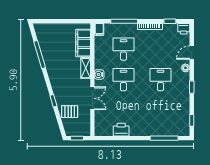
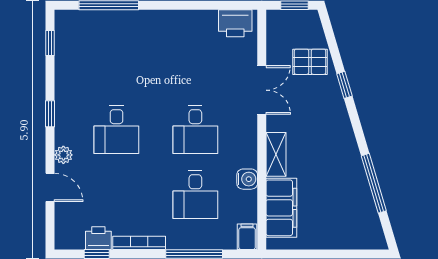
printer: (184, 29) -> (98, 238), moved
door: (192, 53) -> (50, 187), hinge flipped
water cooler: (99, 74) -> (247, 179), moved
double door: (92, 98) -> (262, 90), swing flipped
printer: (121, 130) -> (235, 23), moved

